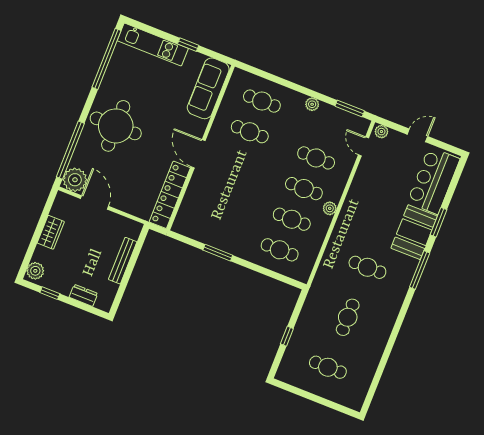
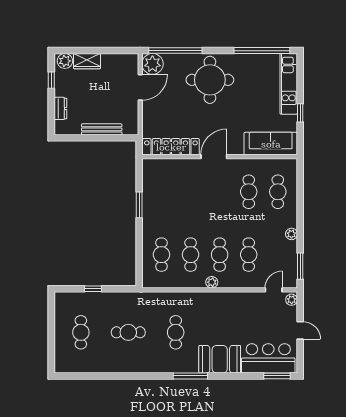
window: (438, 222) -> (277, 376), moved
wardrobe: (51, 232) -> (87, 61), moved

